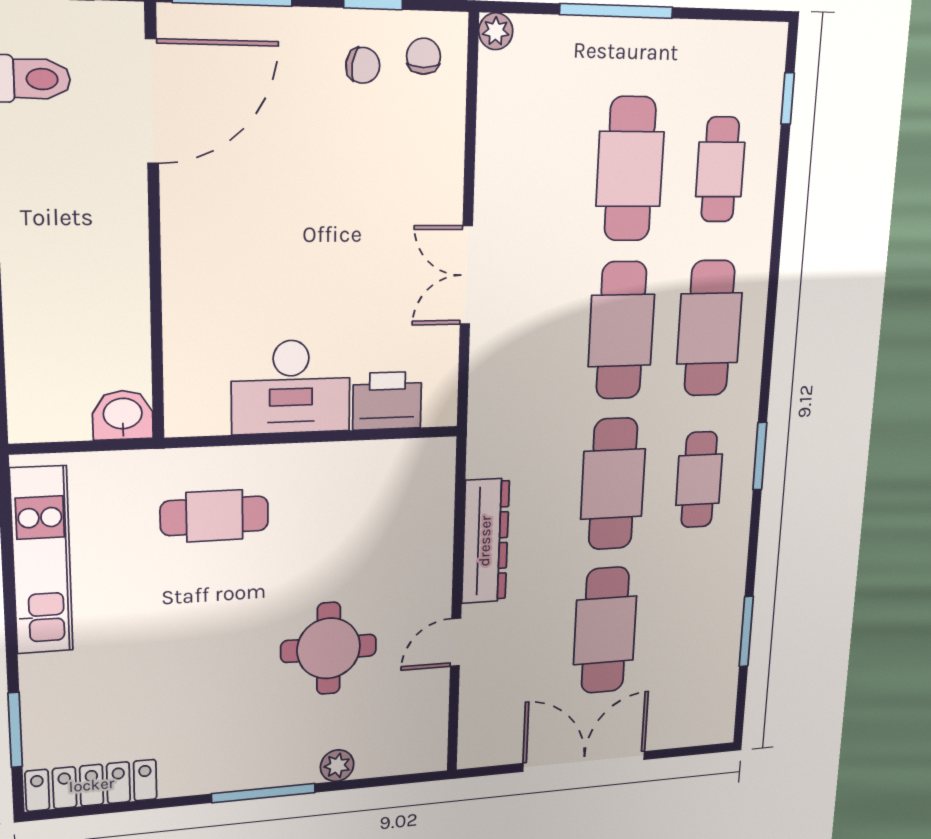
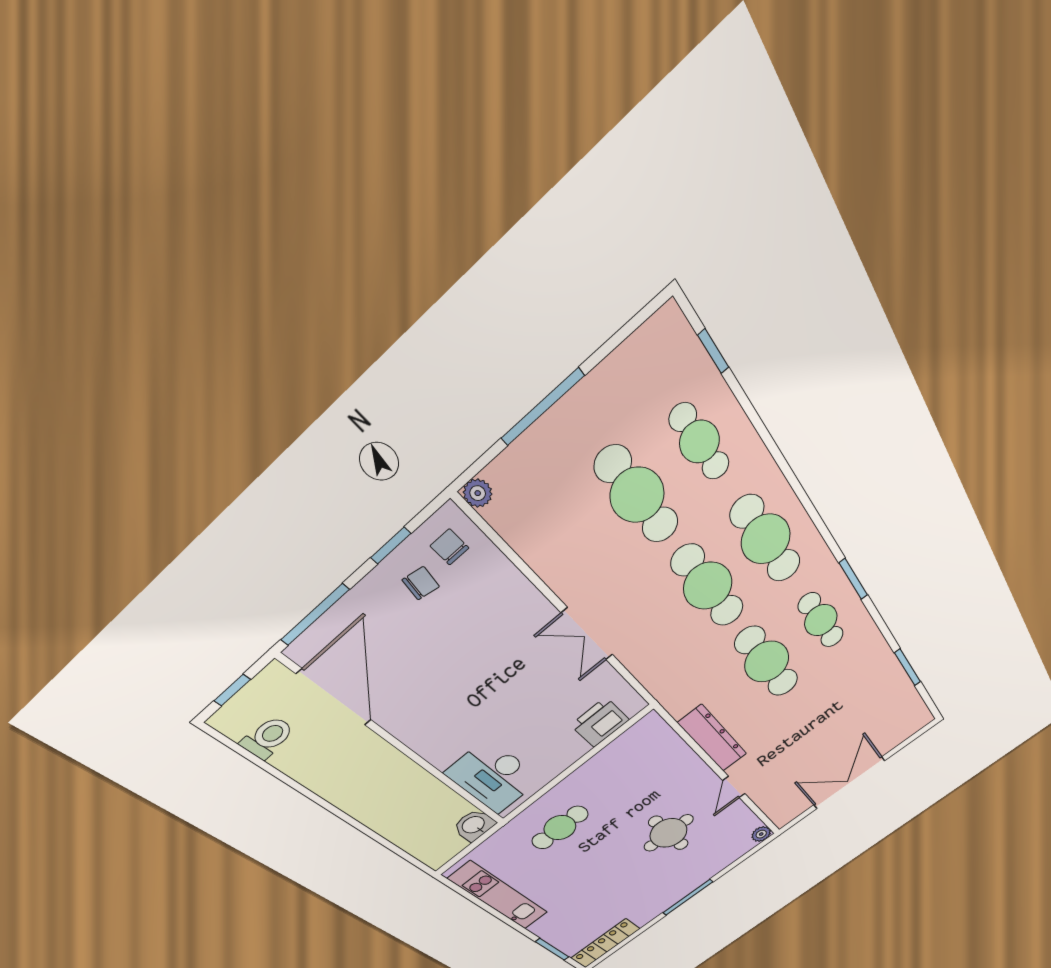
desk: (291, 387) -> (493, 777), moved, turned 90
cafe table: (605, 630) -> (817, 726), removed
plant: (337, 766) -> (761, 834), moved

